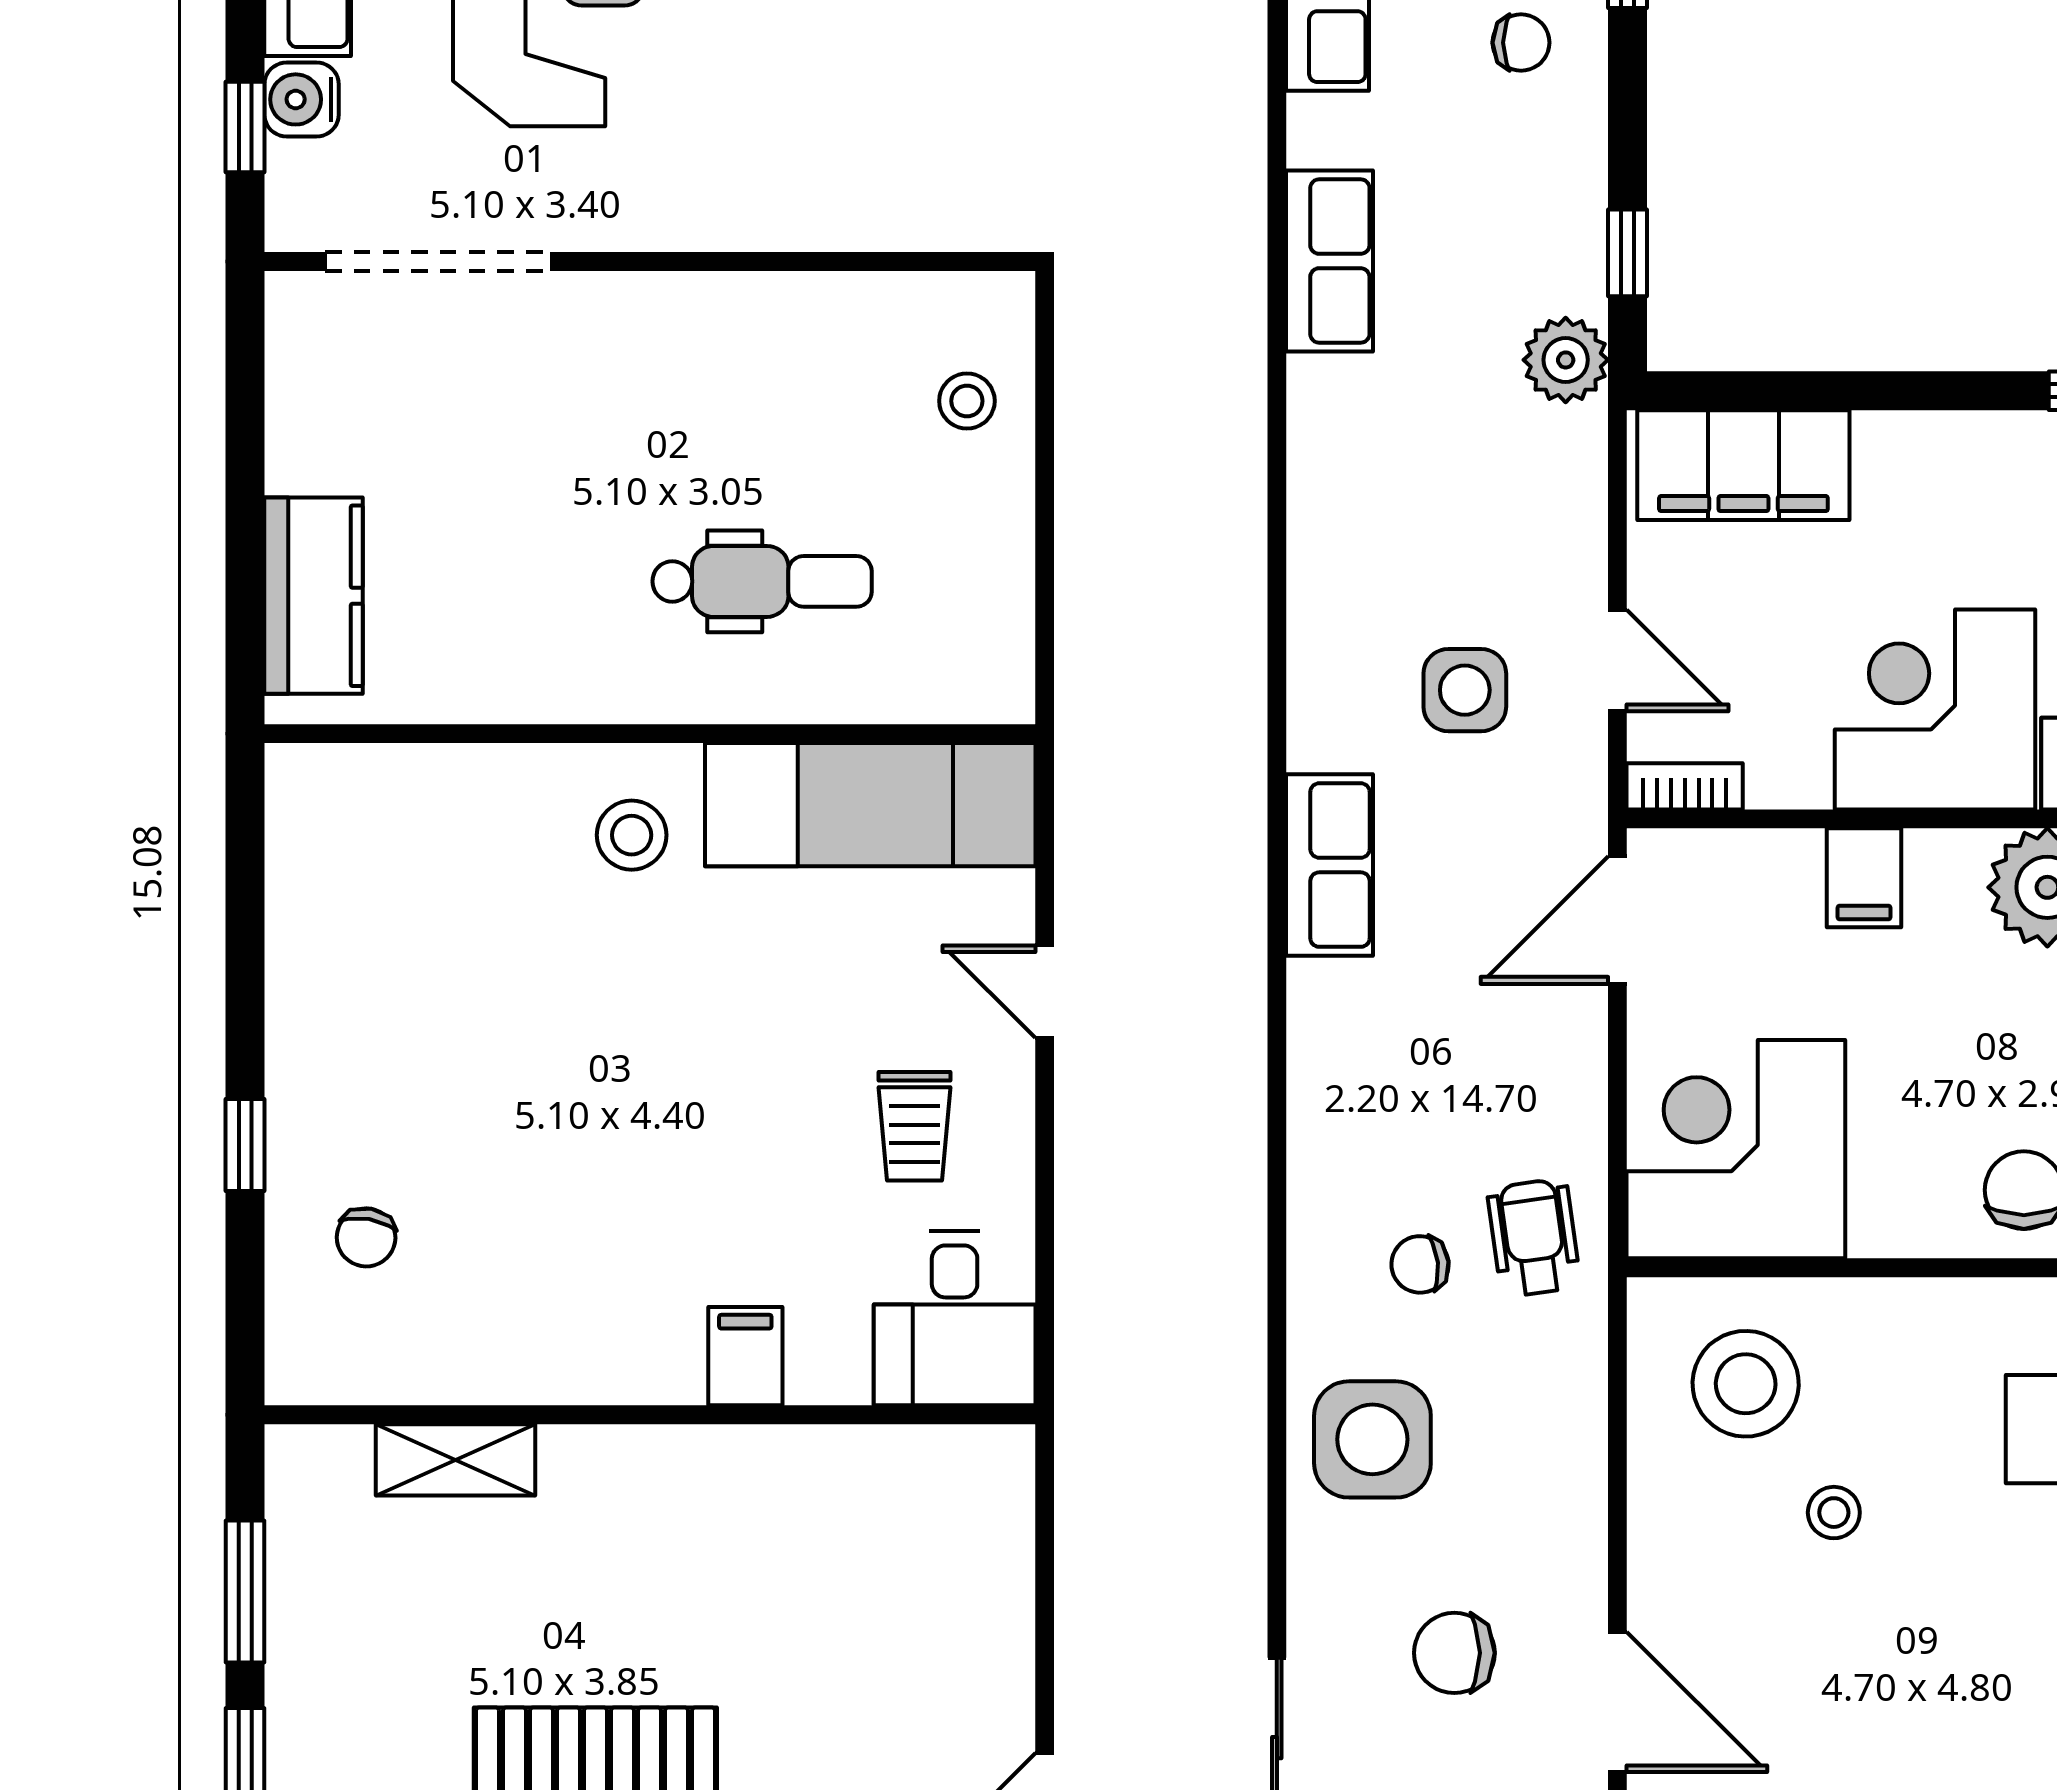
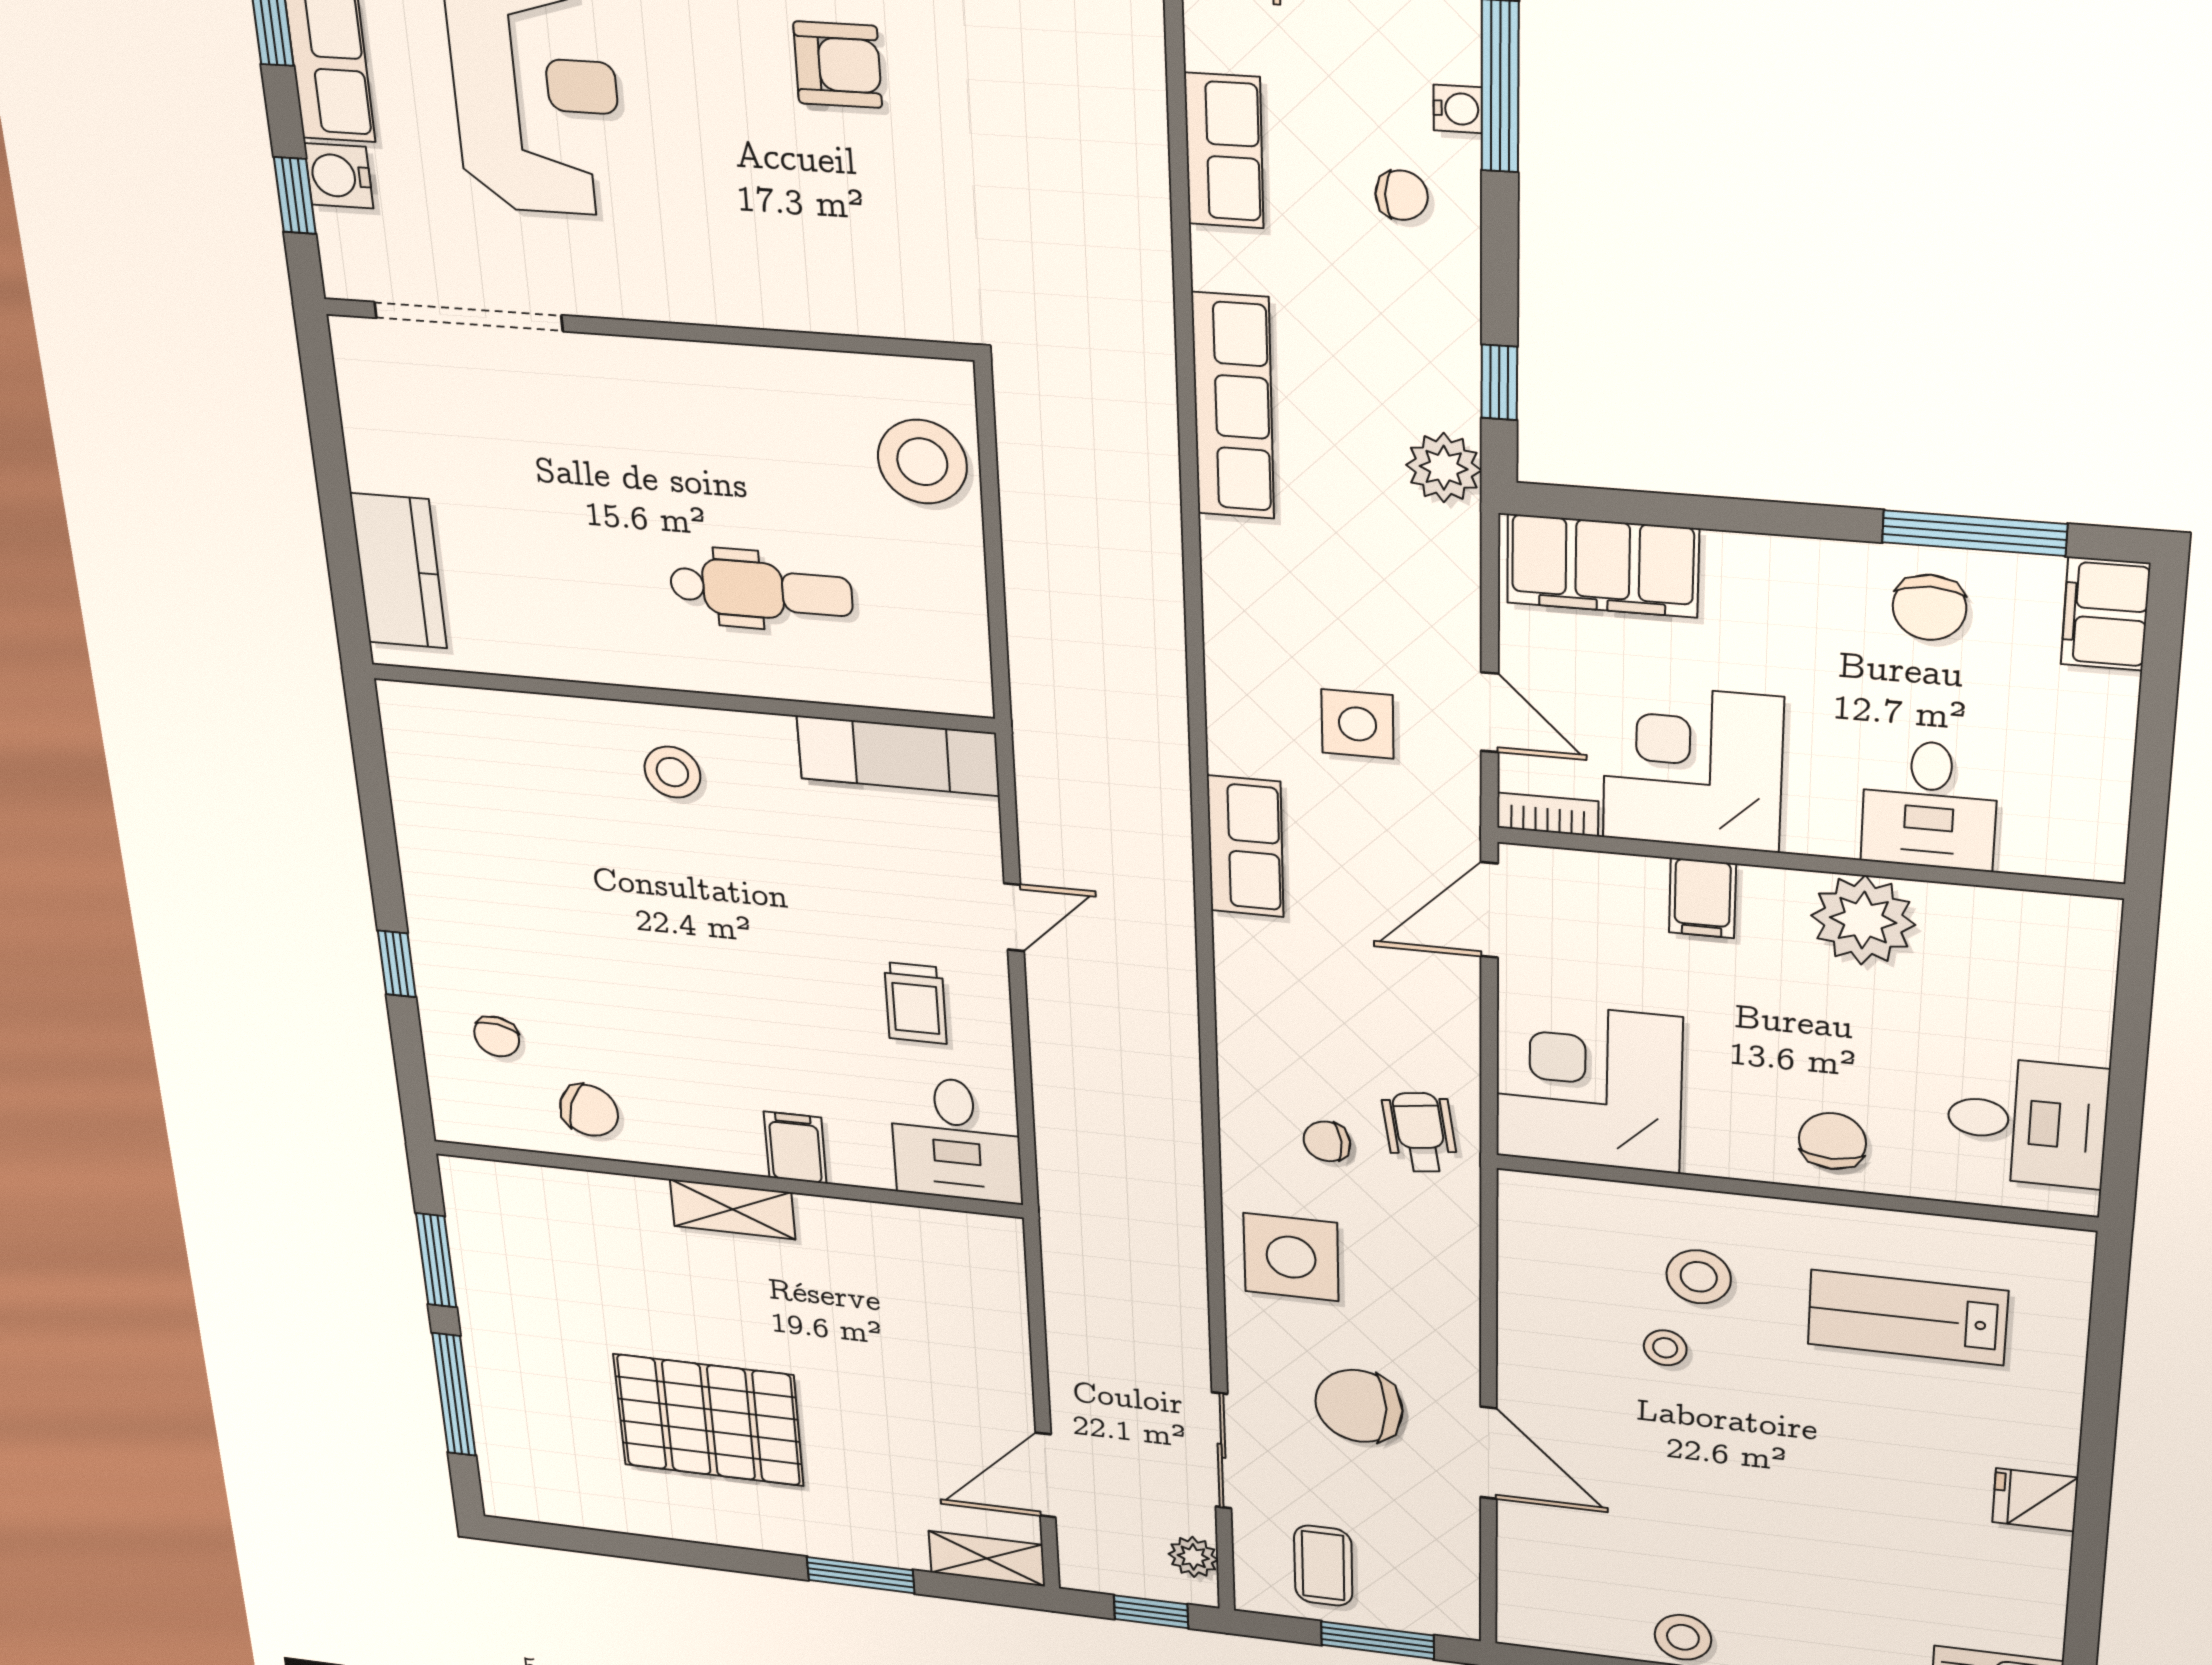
row of seats: (1329, 261) -> (1233, 406), width x1.48
stool: (967, 401) -> (922, 462), width x1.89, depth x1.89
corner desk: (1935, 709) -> (1693, 768), moved
exam couch: (870, 805) -> (898, 756), width x0.73, depth x0.69
door: (1045, 992) -> (1014, 917), swing flipped
chair: (478, 1333) -> (589, 1110), added
stool: (1746, 1384) -> (1699, 1277), moved, width x0.73, depth x0.73
shelving: (455, 1460) -> (733, 1209), moved
chair: (1454, 1653) -> (1359, 1406), width x1.37, depth x1.37

